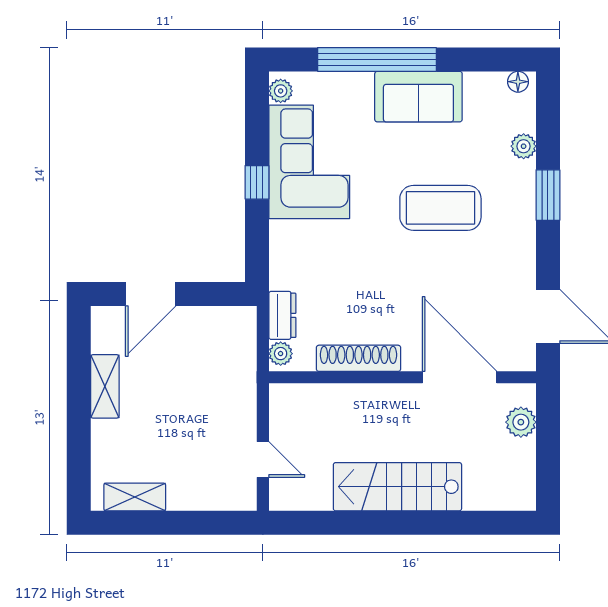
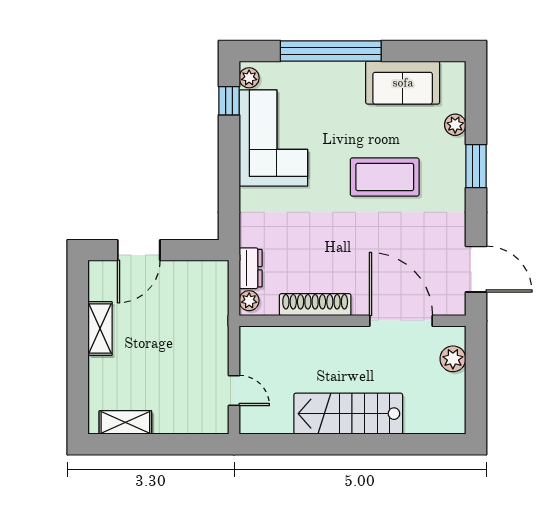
floor lamp: (518, 82) -> (451, 70), removed
sofa: (418, 97) -> (403, 83), moved
window: (257, 182) -> (229, 101), moved

